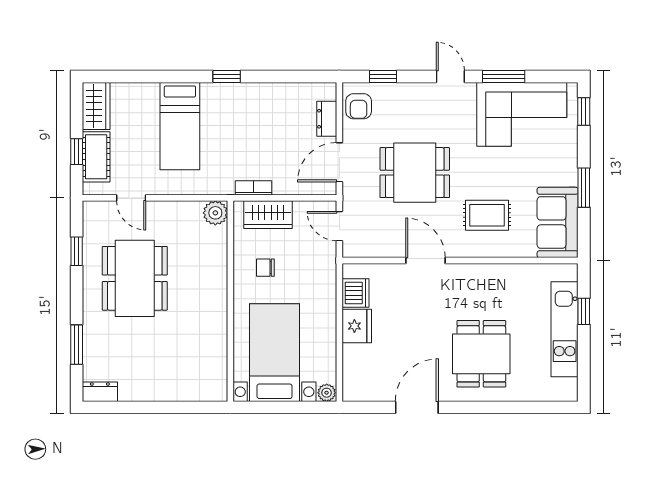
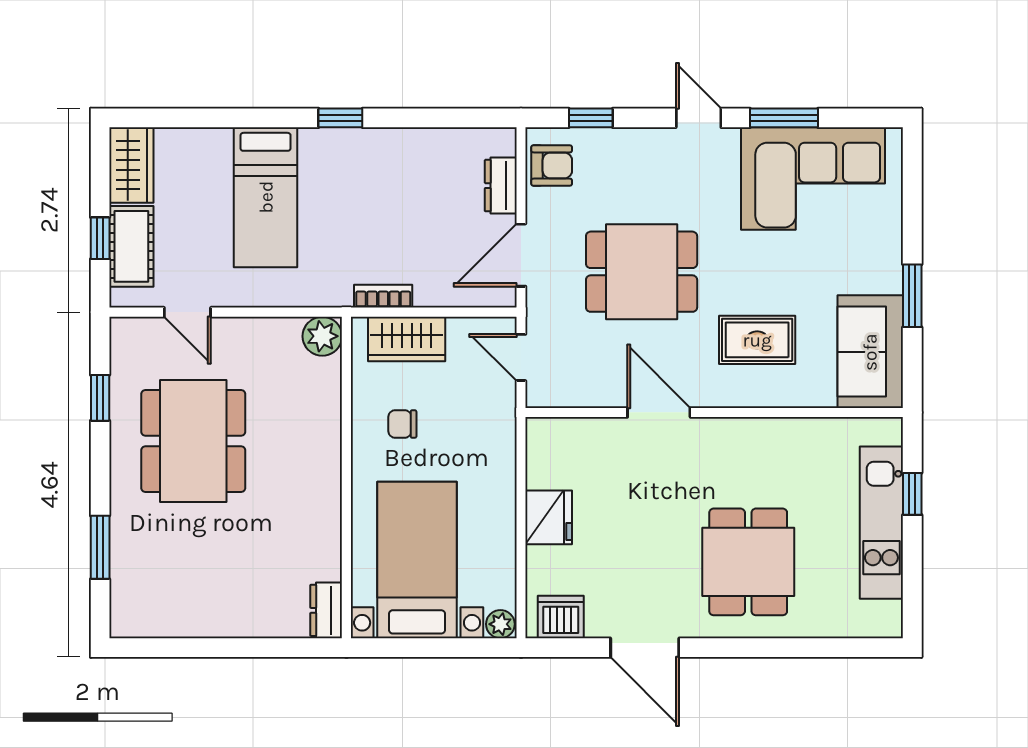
armchair: (359, 106) -> (552, 165), turned -90
window: (584, 112) -> (912, 174), removed
dishwasher: (356, 293) -> (561, 617), moved, turned -90
dresser: (100, 392) -> (326, 610), moved, turned -90
door: (417, 407) -> (645, 648), swing flipped

